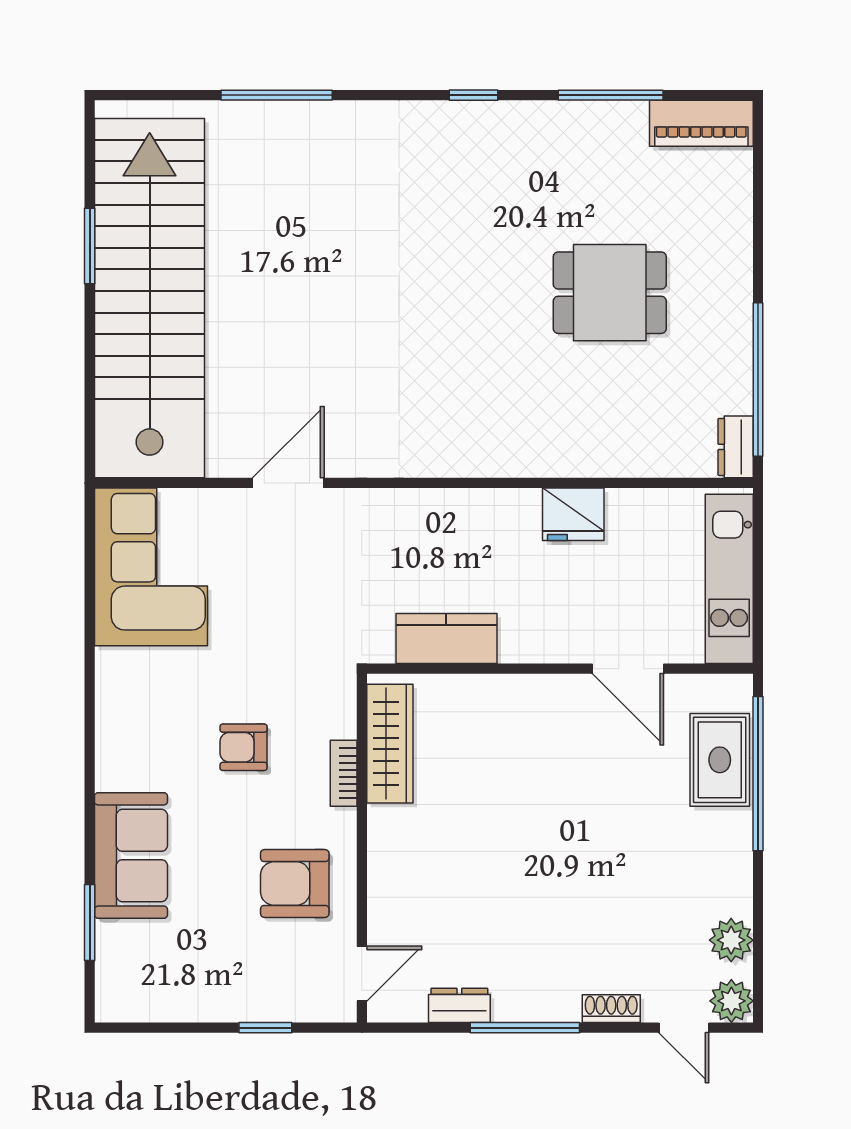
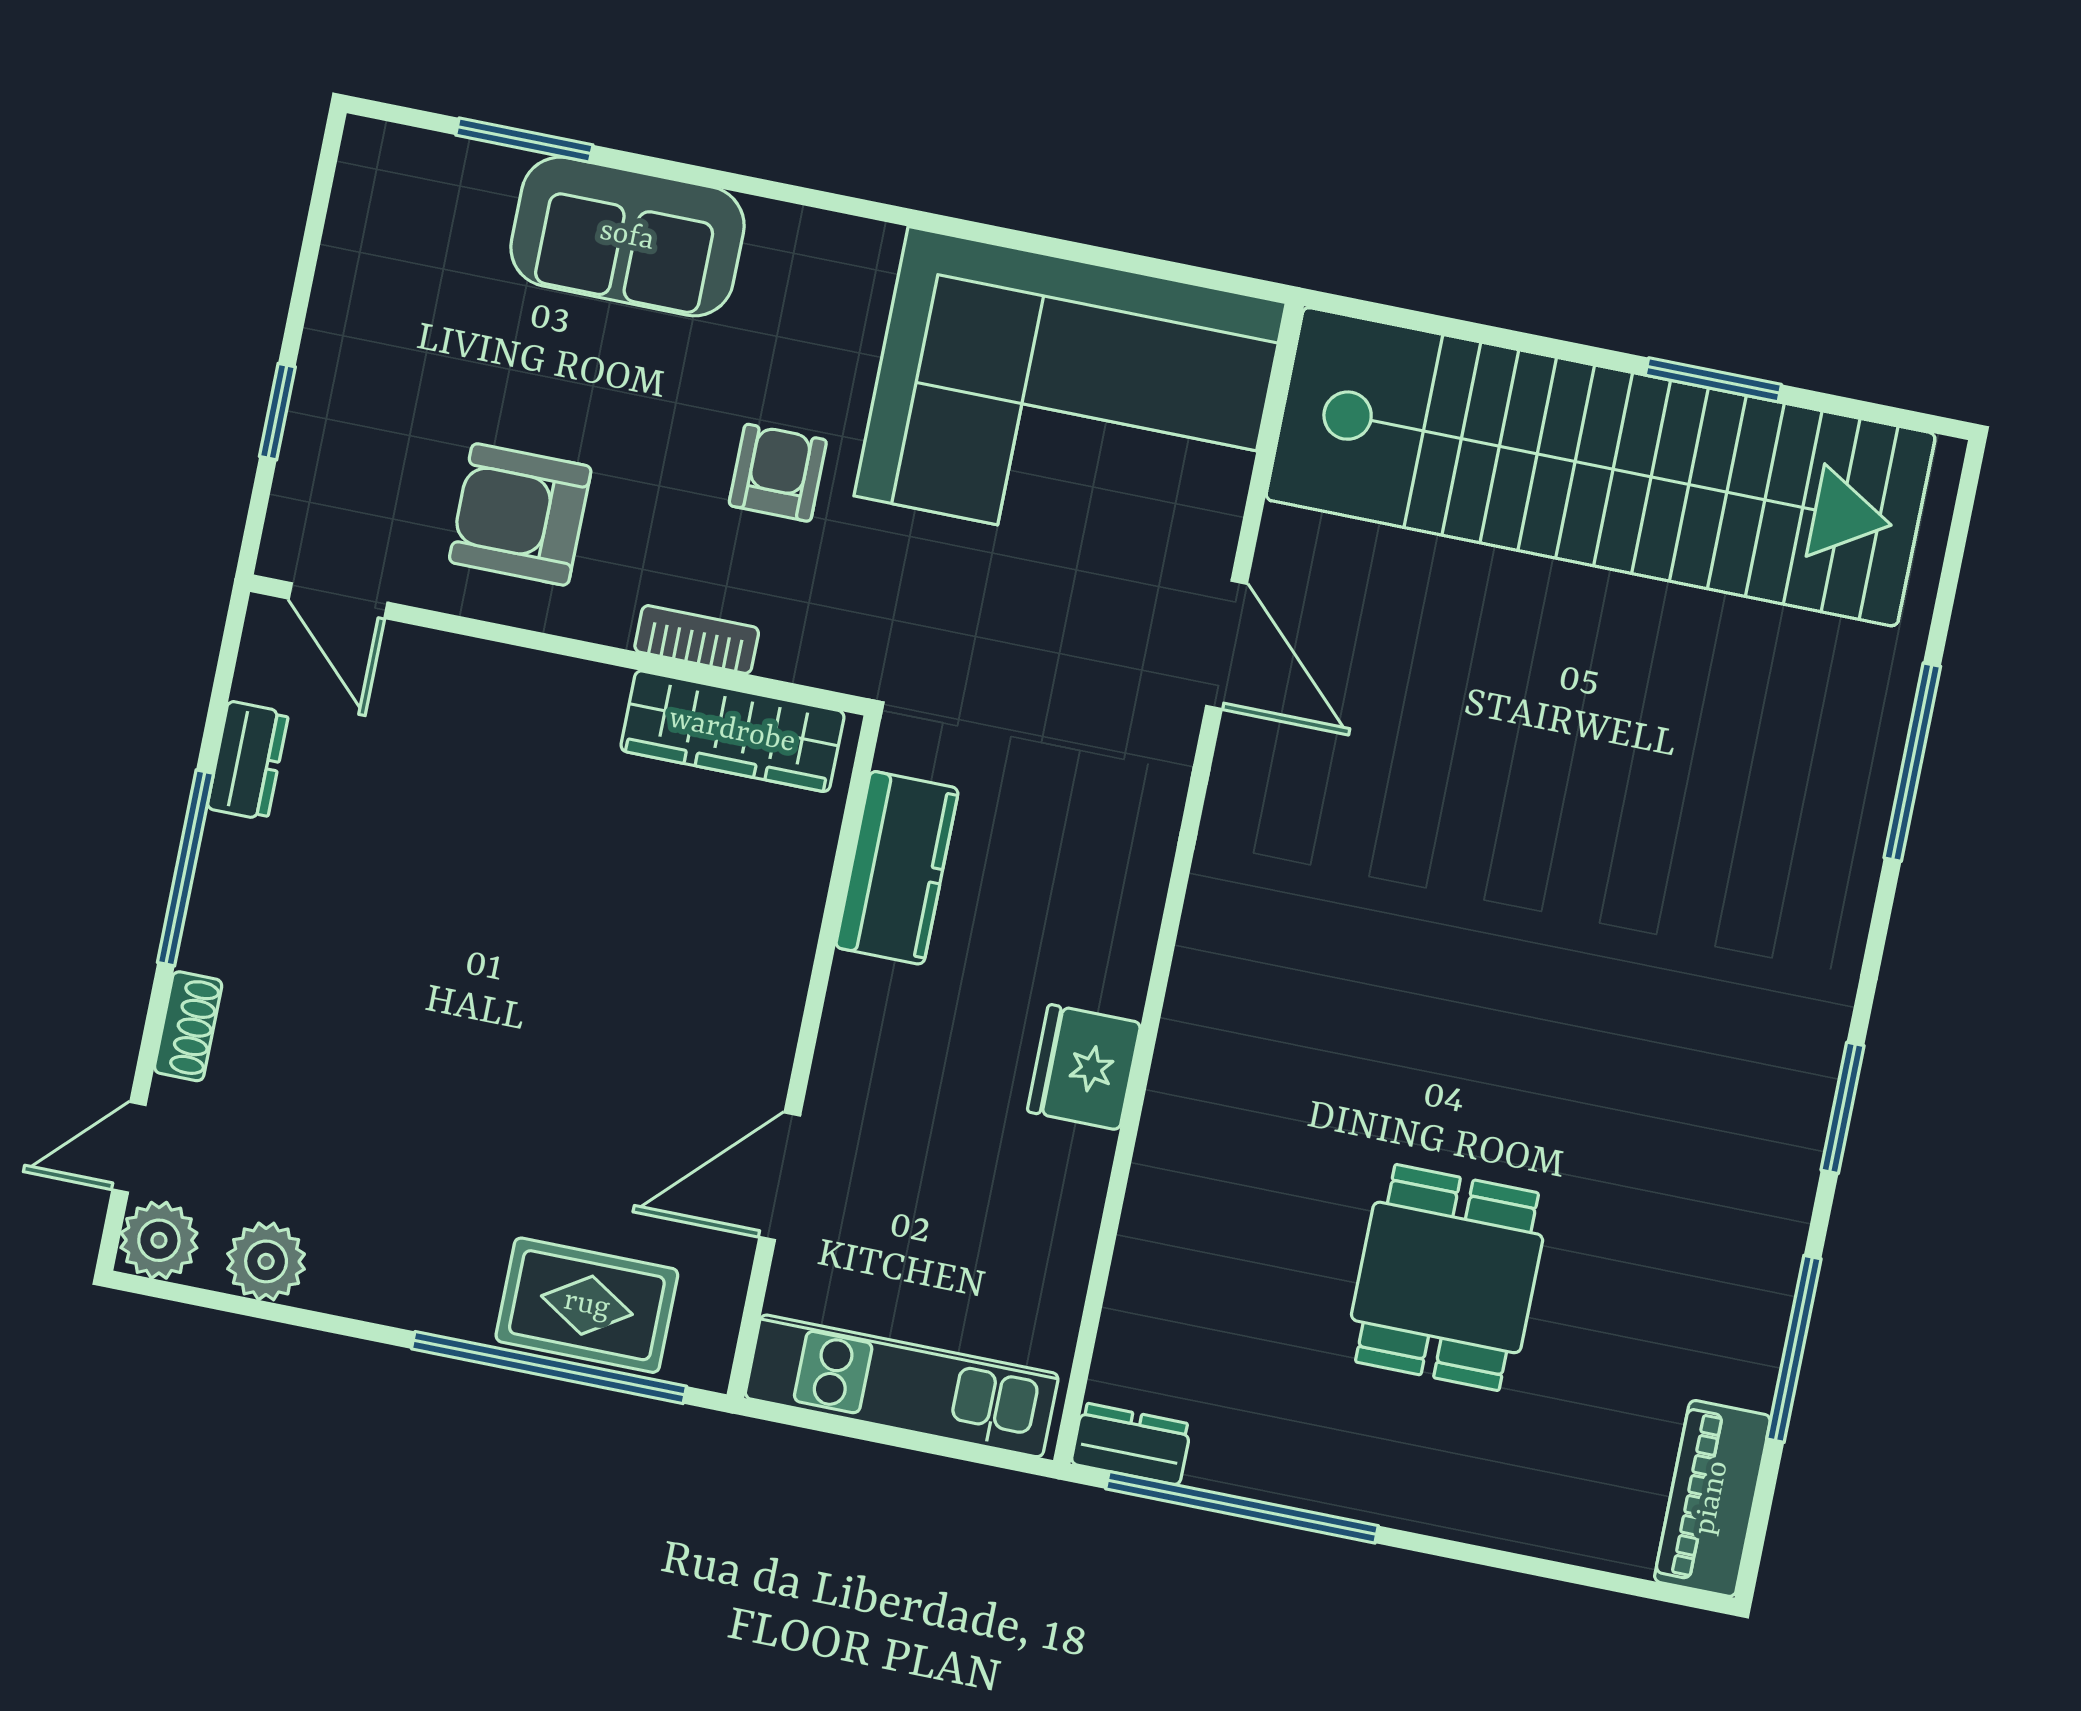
window: (473, 95) -> (1843, 1108), width x1.50
fridge: (573, 514) -> (1084, 1067), moved
corner sofa: (151, 567) -> (1070, 399), width x1.36, depth x1.36
armchair: (295, 883) -> (520, 514), turned -90

